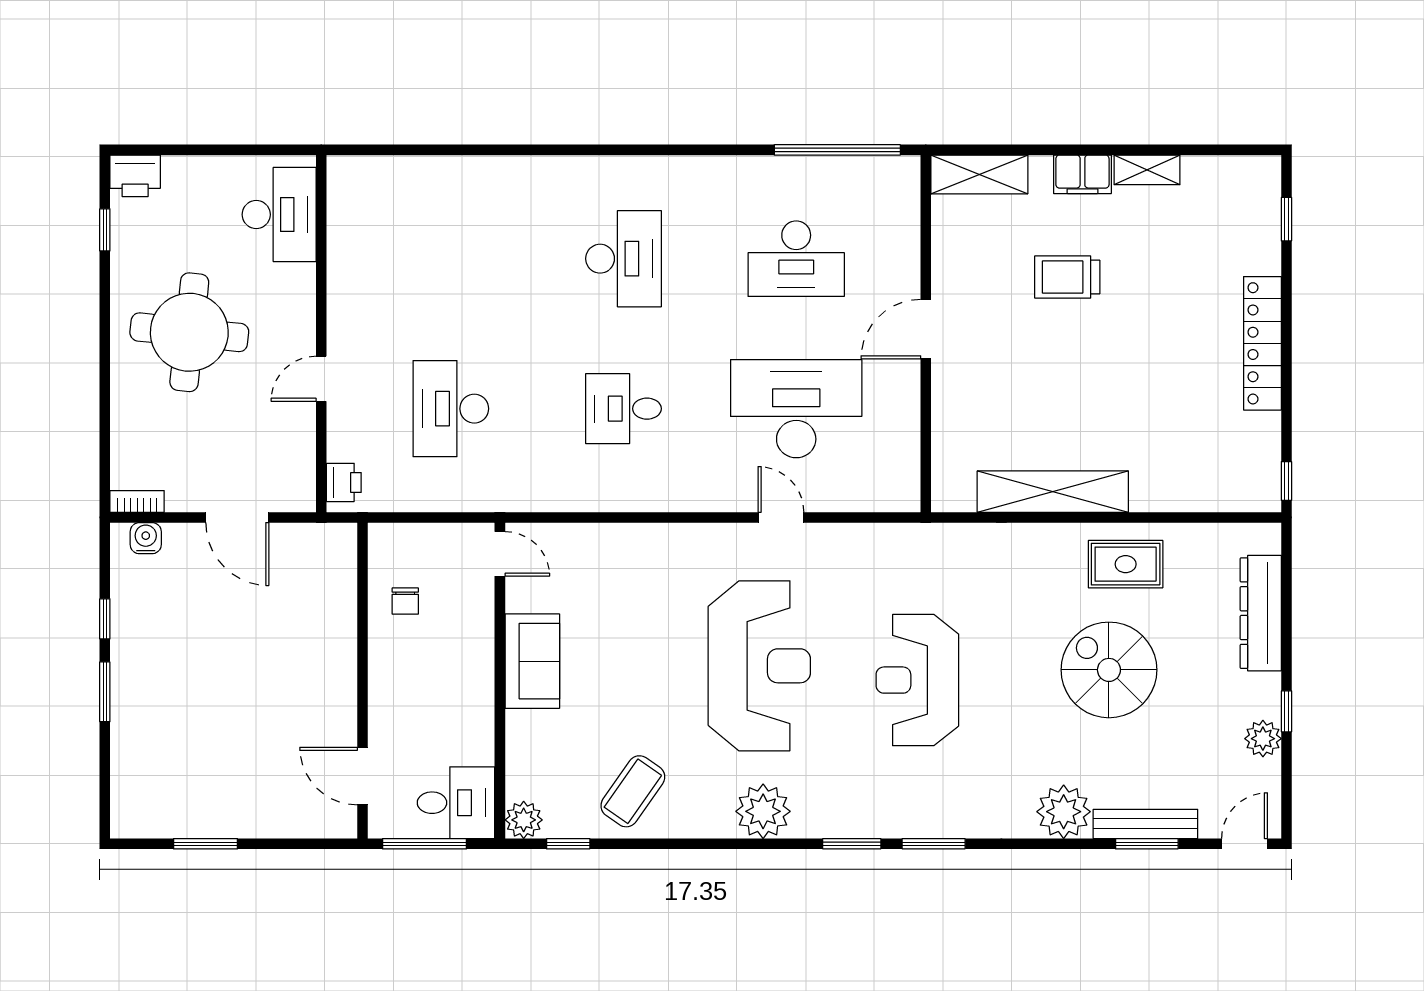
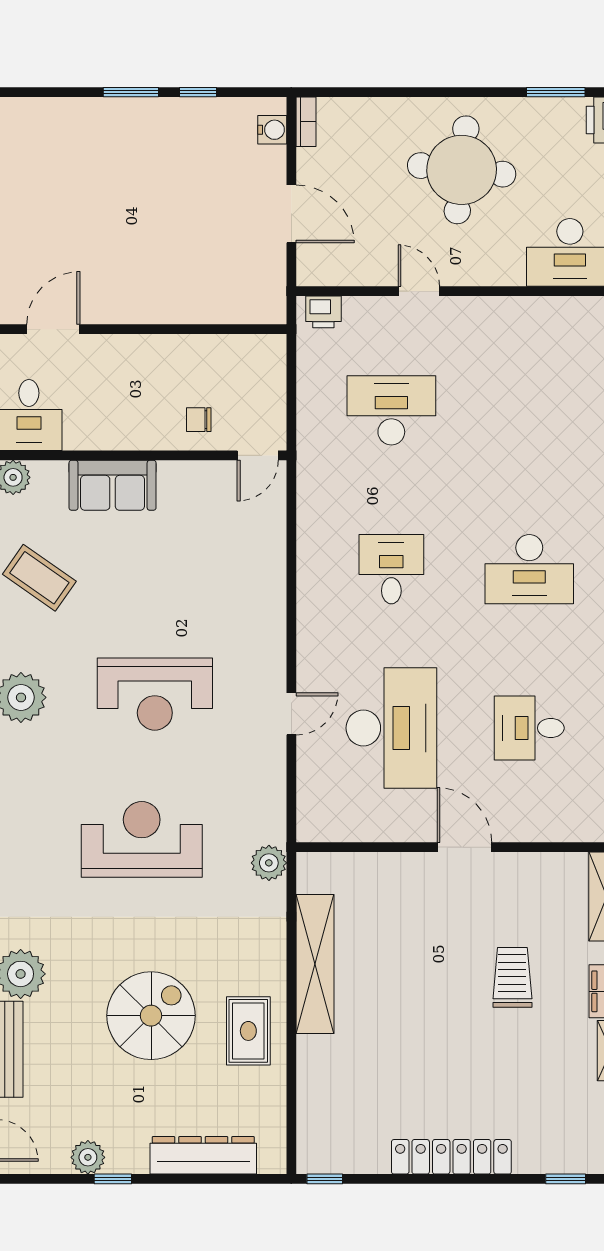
window: (105, 230) -> (556, 92), width x1.50
desk: (796, 259) -> (529, 728), width x0.73
door: (237, 517) -> (291, 214), swing flipped
plant: (943, 542) -> (269, 863), added
chair: (405, 601) -> (199, 420), moved
sofa: (532, 661) -> (113, 485), moved
reception desk: (759, 666) -> (155, 694), width x0.74, depth x0.77

